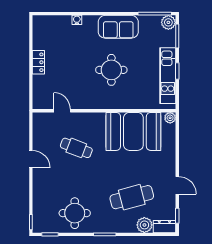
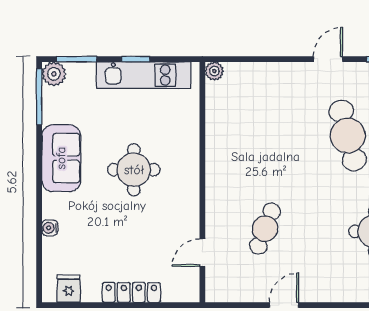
fridge: (41, 31) -> (69, 289), added
locker: (38, 62) -> (131, 292), width x1.53
booth: (133, 131) -> (237, 133), removed

